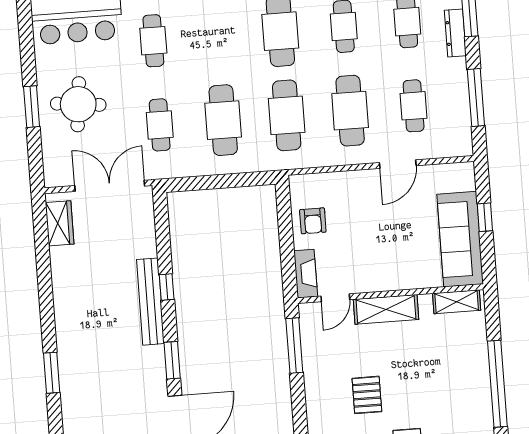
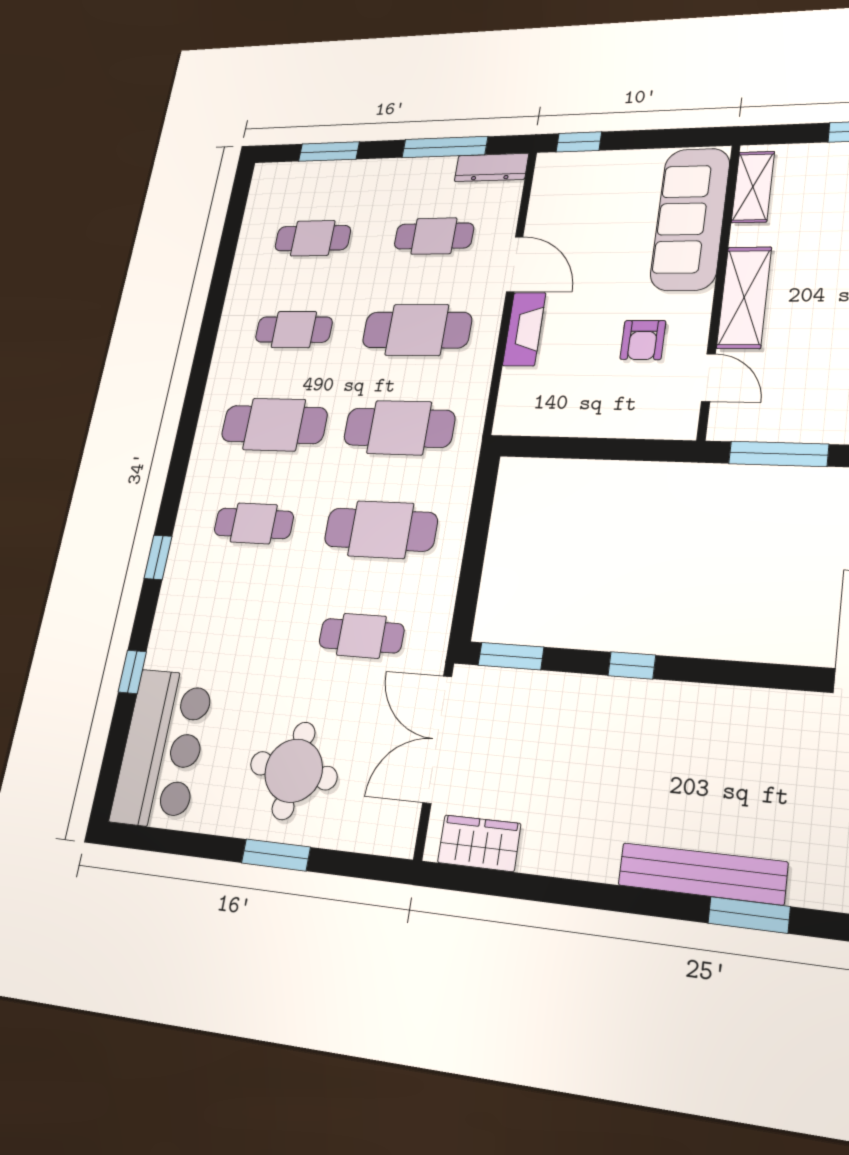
dresser: (455, 33) -> (491, 167), moved
cafe table: (153, 41) -> (254, 523), moved
window: (485, 217) -> (579, 142), moved
armchair: (313, 221) -> (643, 340), moved, turned 90
sofa: (460, 239) -> (690, 219), moved, turned 90
fireplace: (306, 274) -> (524, 329), moved, turned 90
bench: (150, 302) -> (702, 874), moved
window: (172, 360) -> (511, 656), moved

